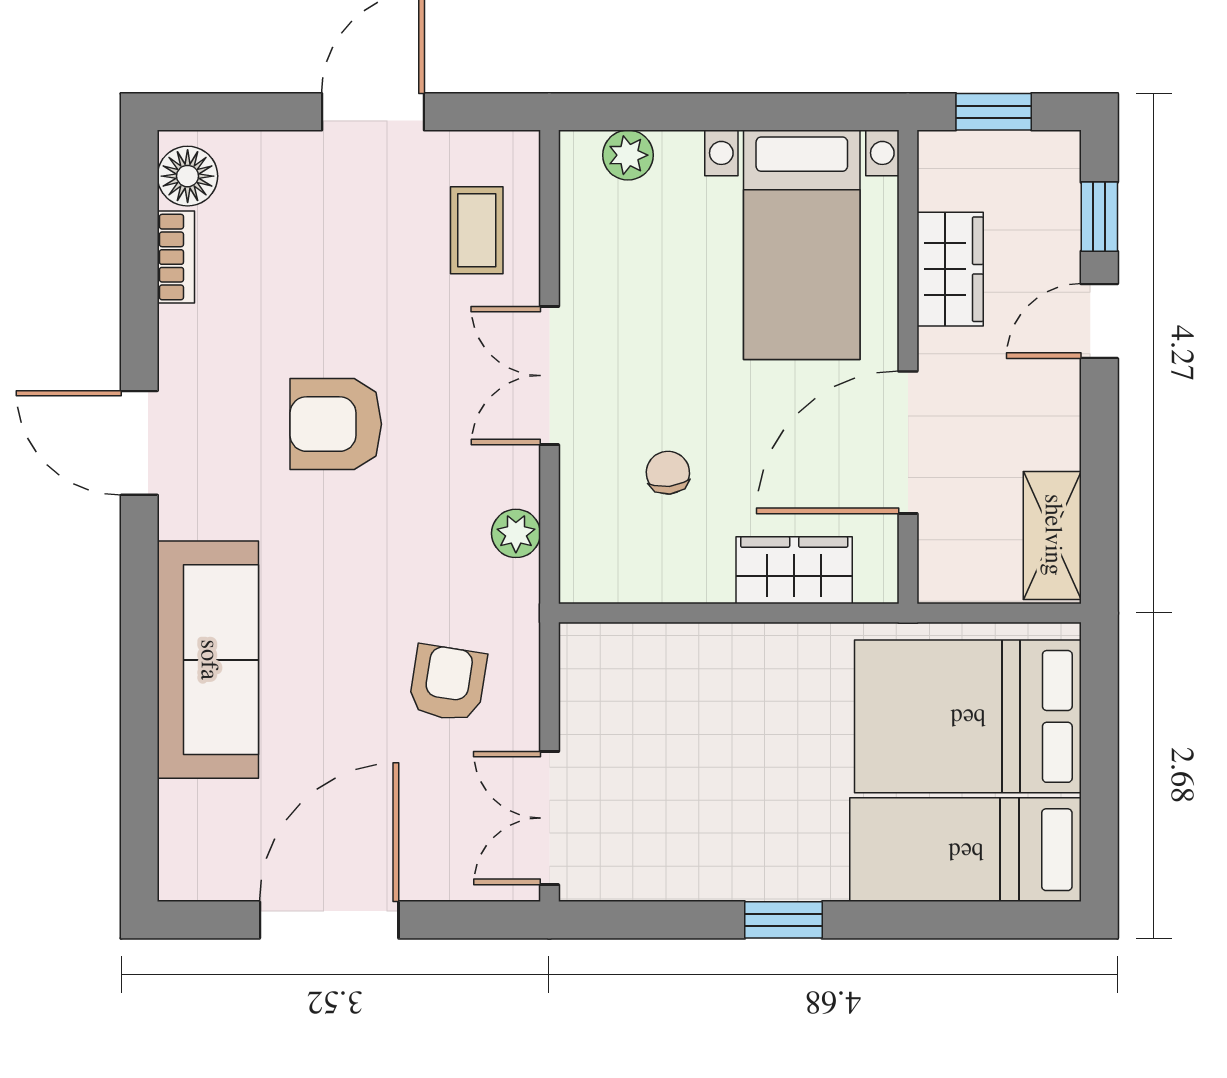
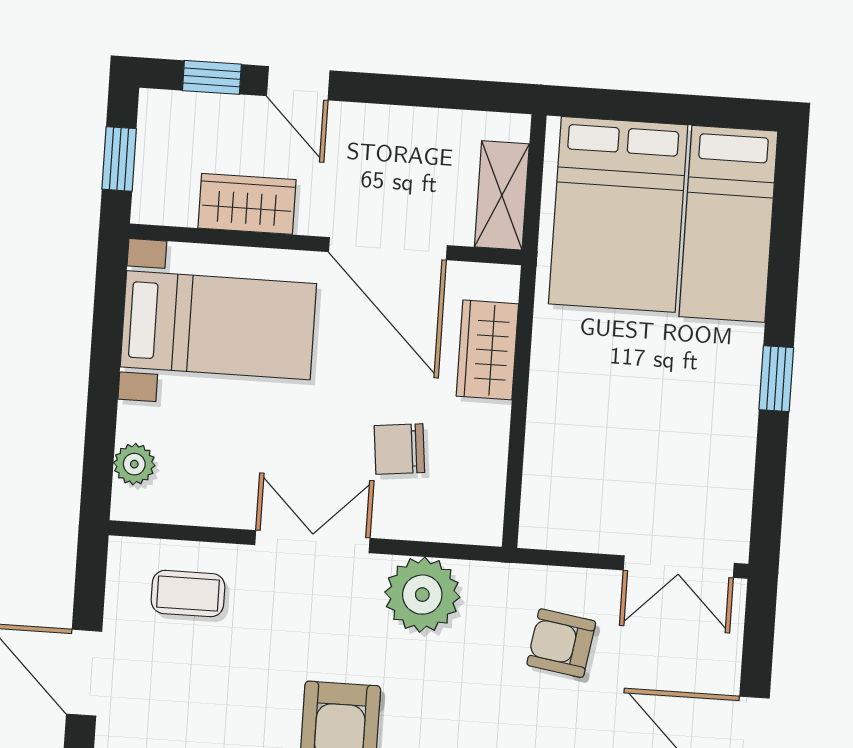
double door: (549, 376) -> (312, 542), swing flipped
chair: (668, 473) -> (399, 449), width x1.37, depth x1.37
plant: (516, 533) -> (422, 595), width x1.87, depth x1.87
shelving: (1052, 535) -> (502, 195), moved, turned 90

